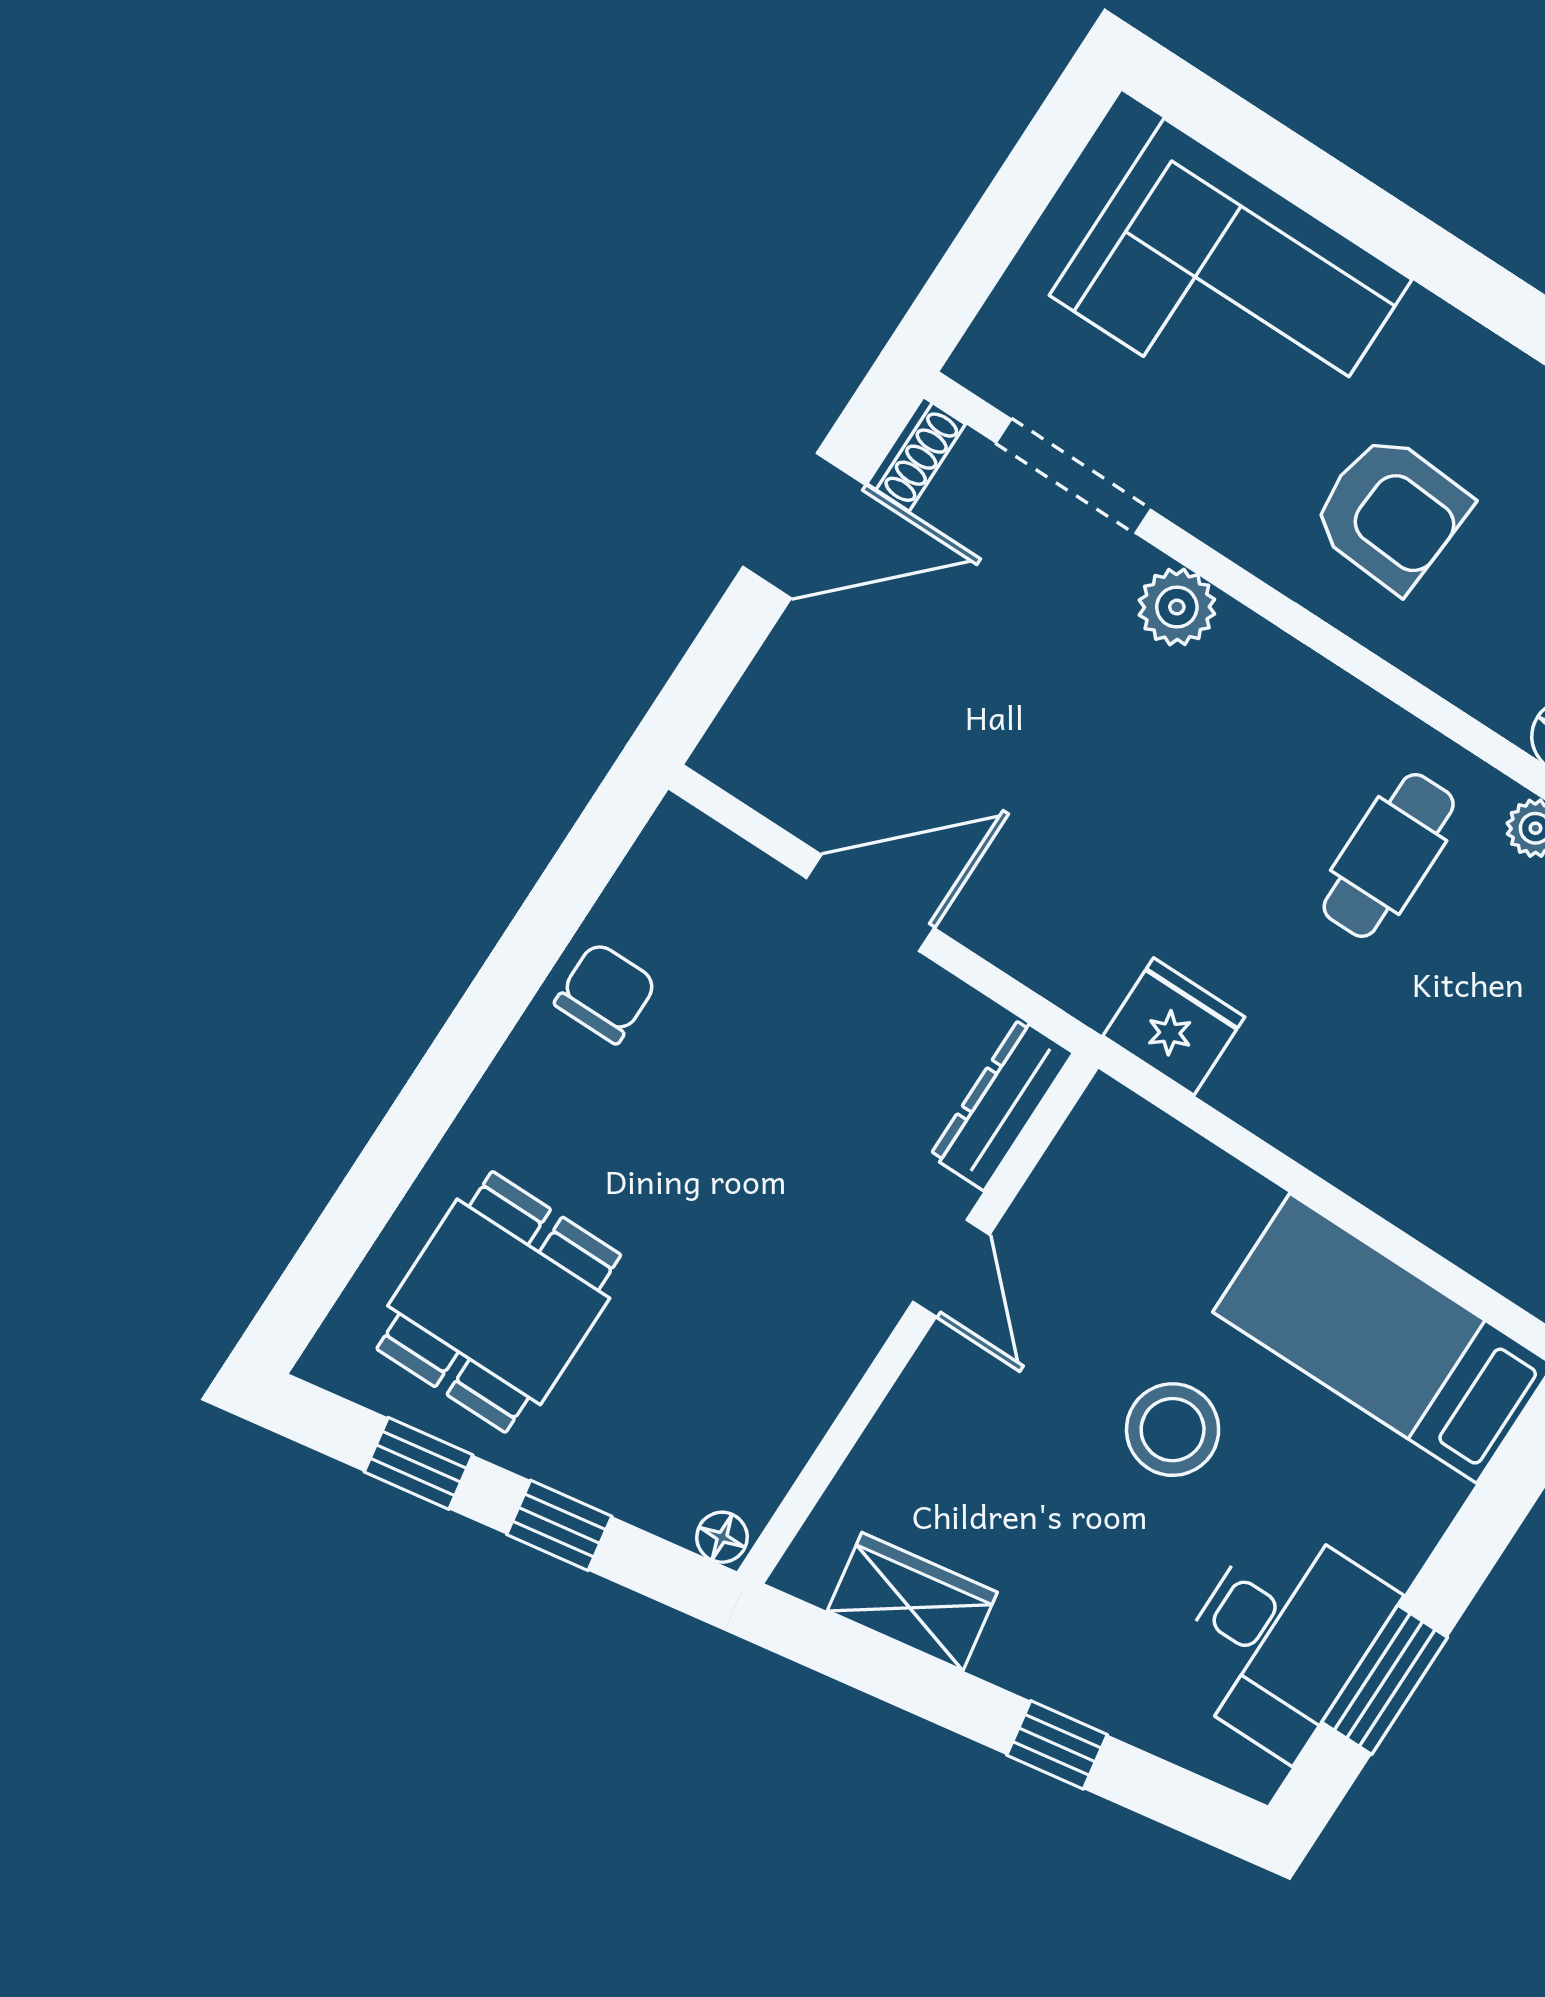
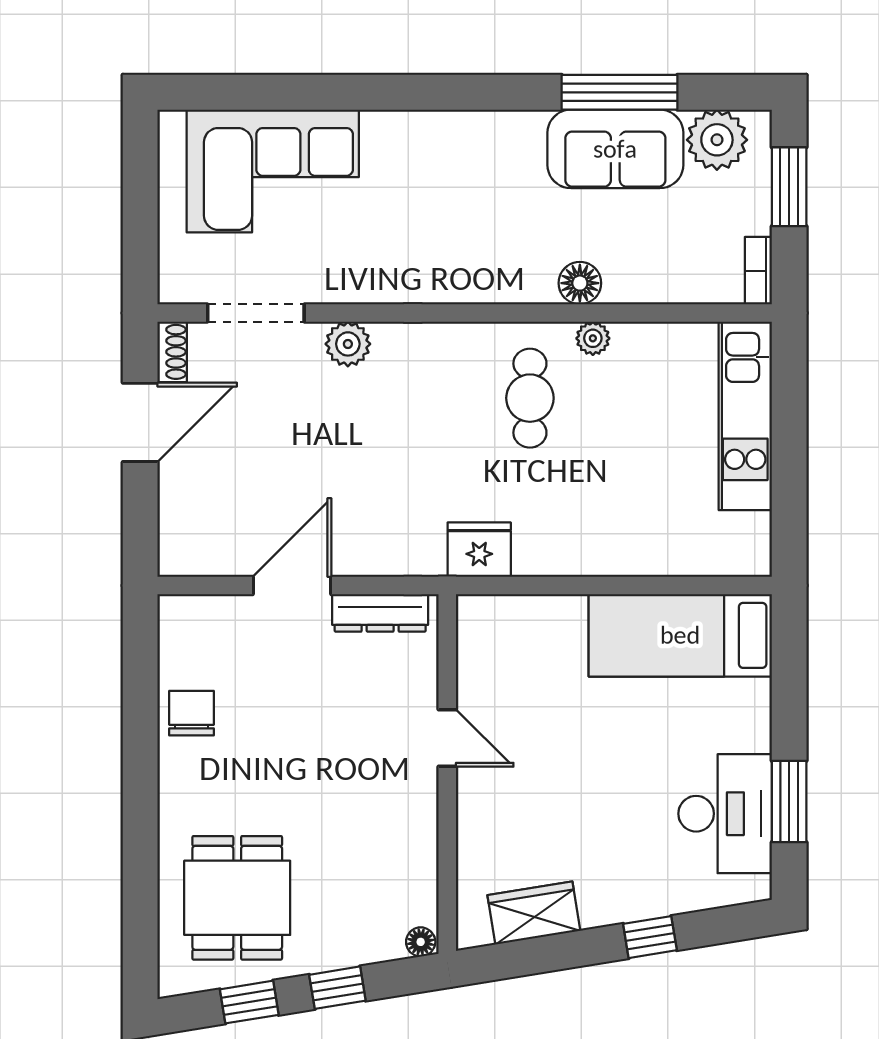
armchair: (1391, 513) -> (422, 230), removed
dresser: (1002, 1104) -> (380, 613), moved, turned -90
stool: (1173, 1430) -> (606, 747), removed

